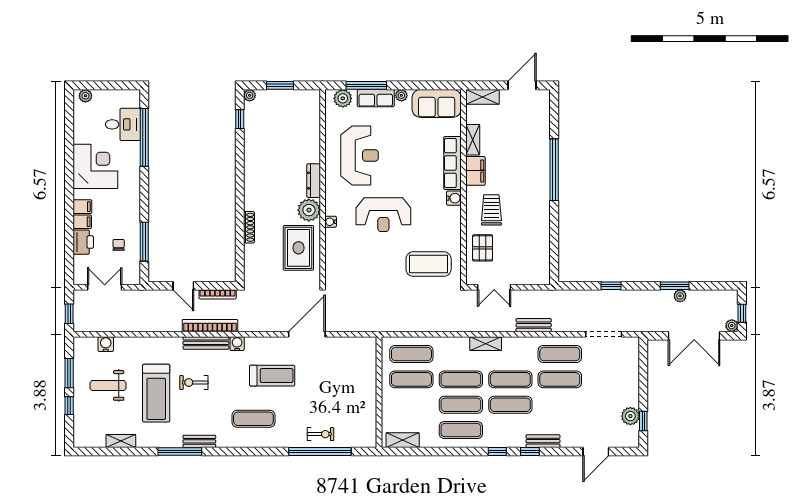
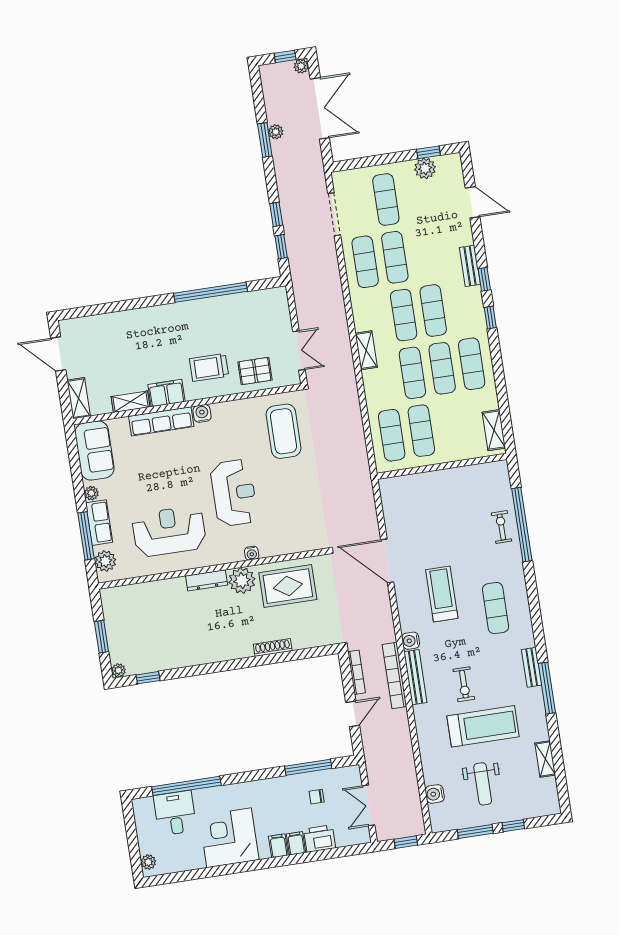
window: (554, 170) -> (211, 292), moved
window: (583, 286) -> (281, 247), added
bench: (534, 325) -> (336, 298), removed
exercise mat: (609, 379) -> (386, 200), added

